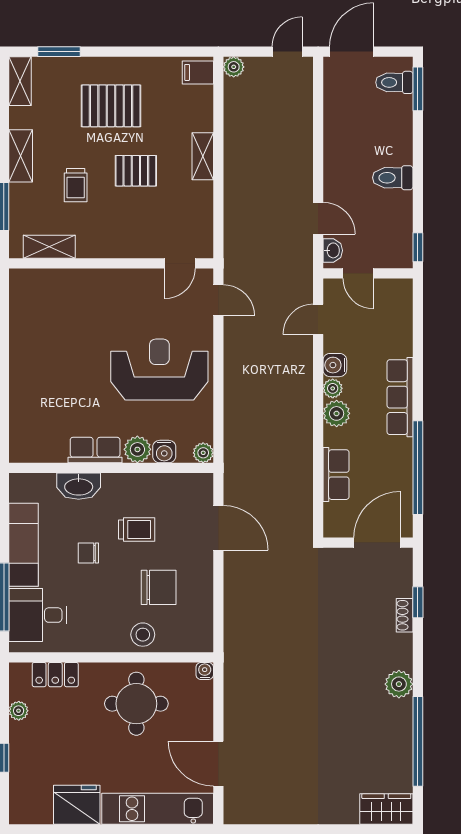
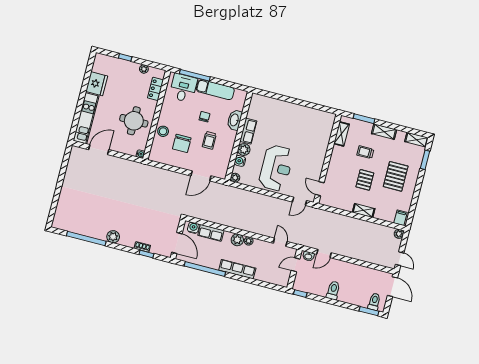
water cooler: (335, 365) -> (193, 228), moved
wardrobe: (386, 809) -> (60, 217), removed

